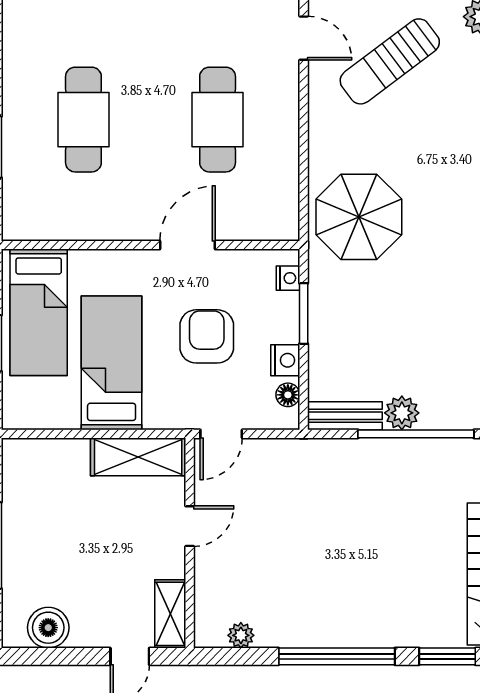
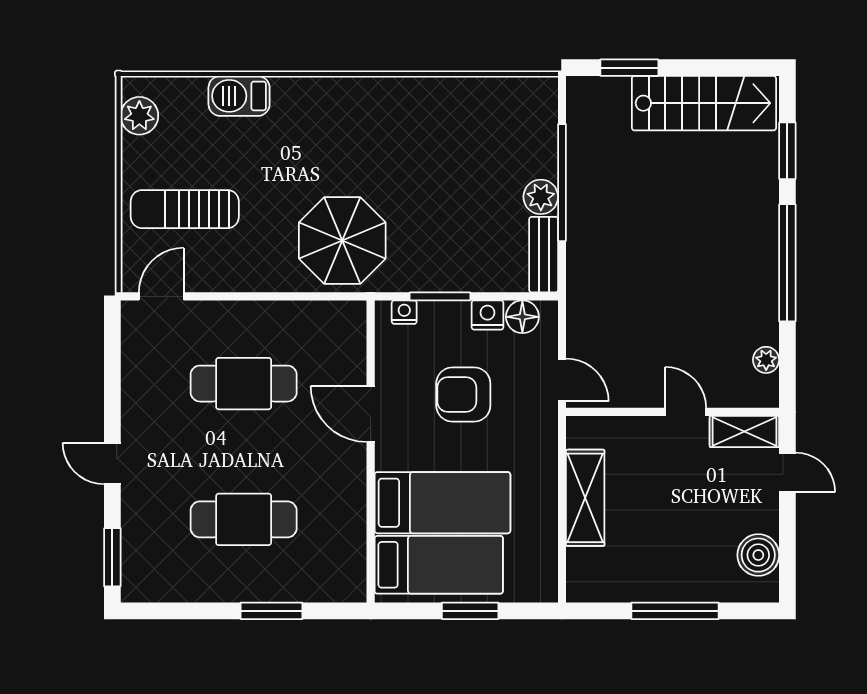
sun lounger: (390, 61) -> (185, 209), turned 127
bed: (112, 363) -> (442, 503), moved, turned 180
floor lamp: (288, 395) -> (522, 317), width x1.37, depth x1.37
shelving: (138, 457) -> (585, 498), moved
door: (190, 526) -> (686, 412), moved

